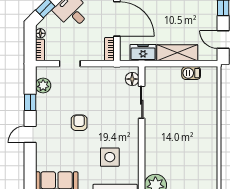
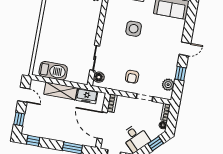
barbecue: (191, 73) -> (53, 71), width x1.88, depth x1.53
armchair: (79, 123) -> (132, 77), moved
side table: (110, 157) -> (134, 29), moved

